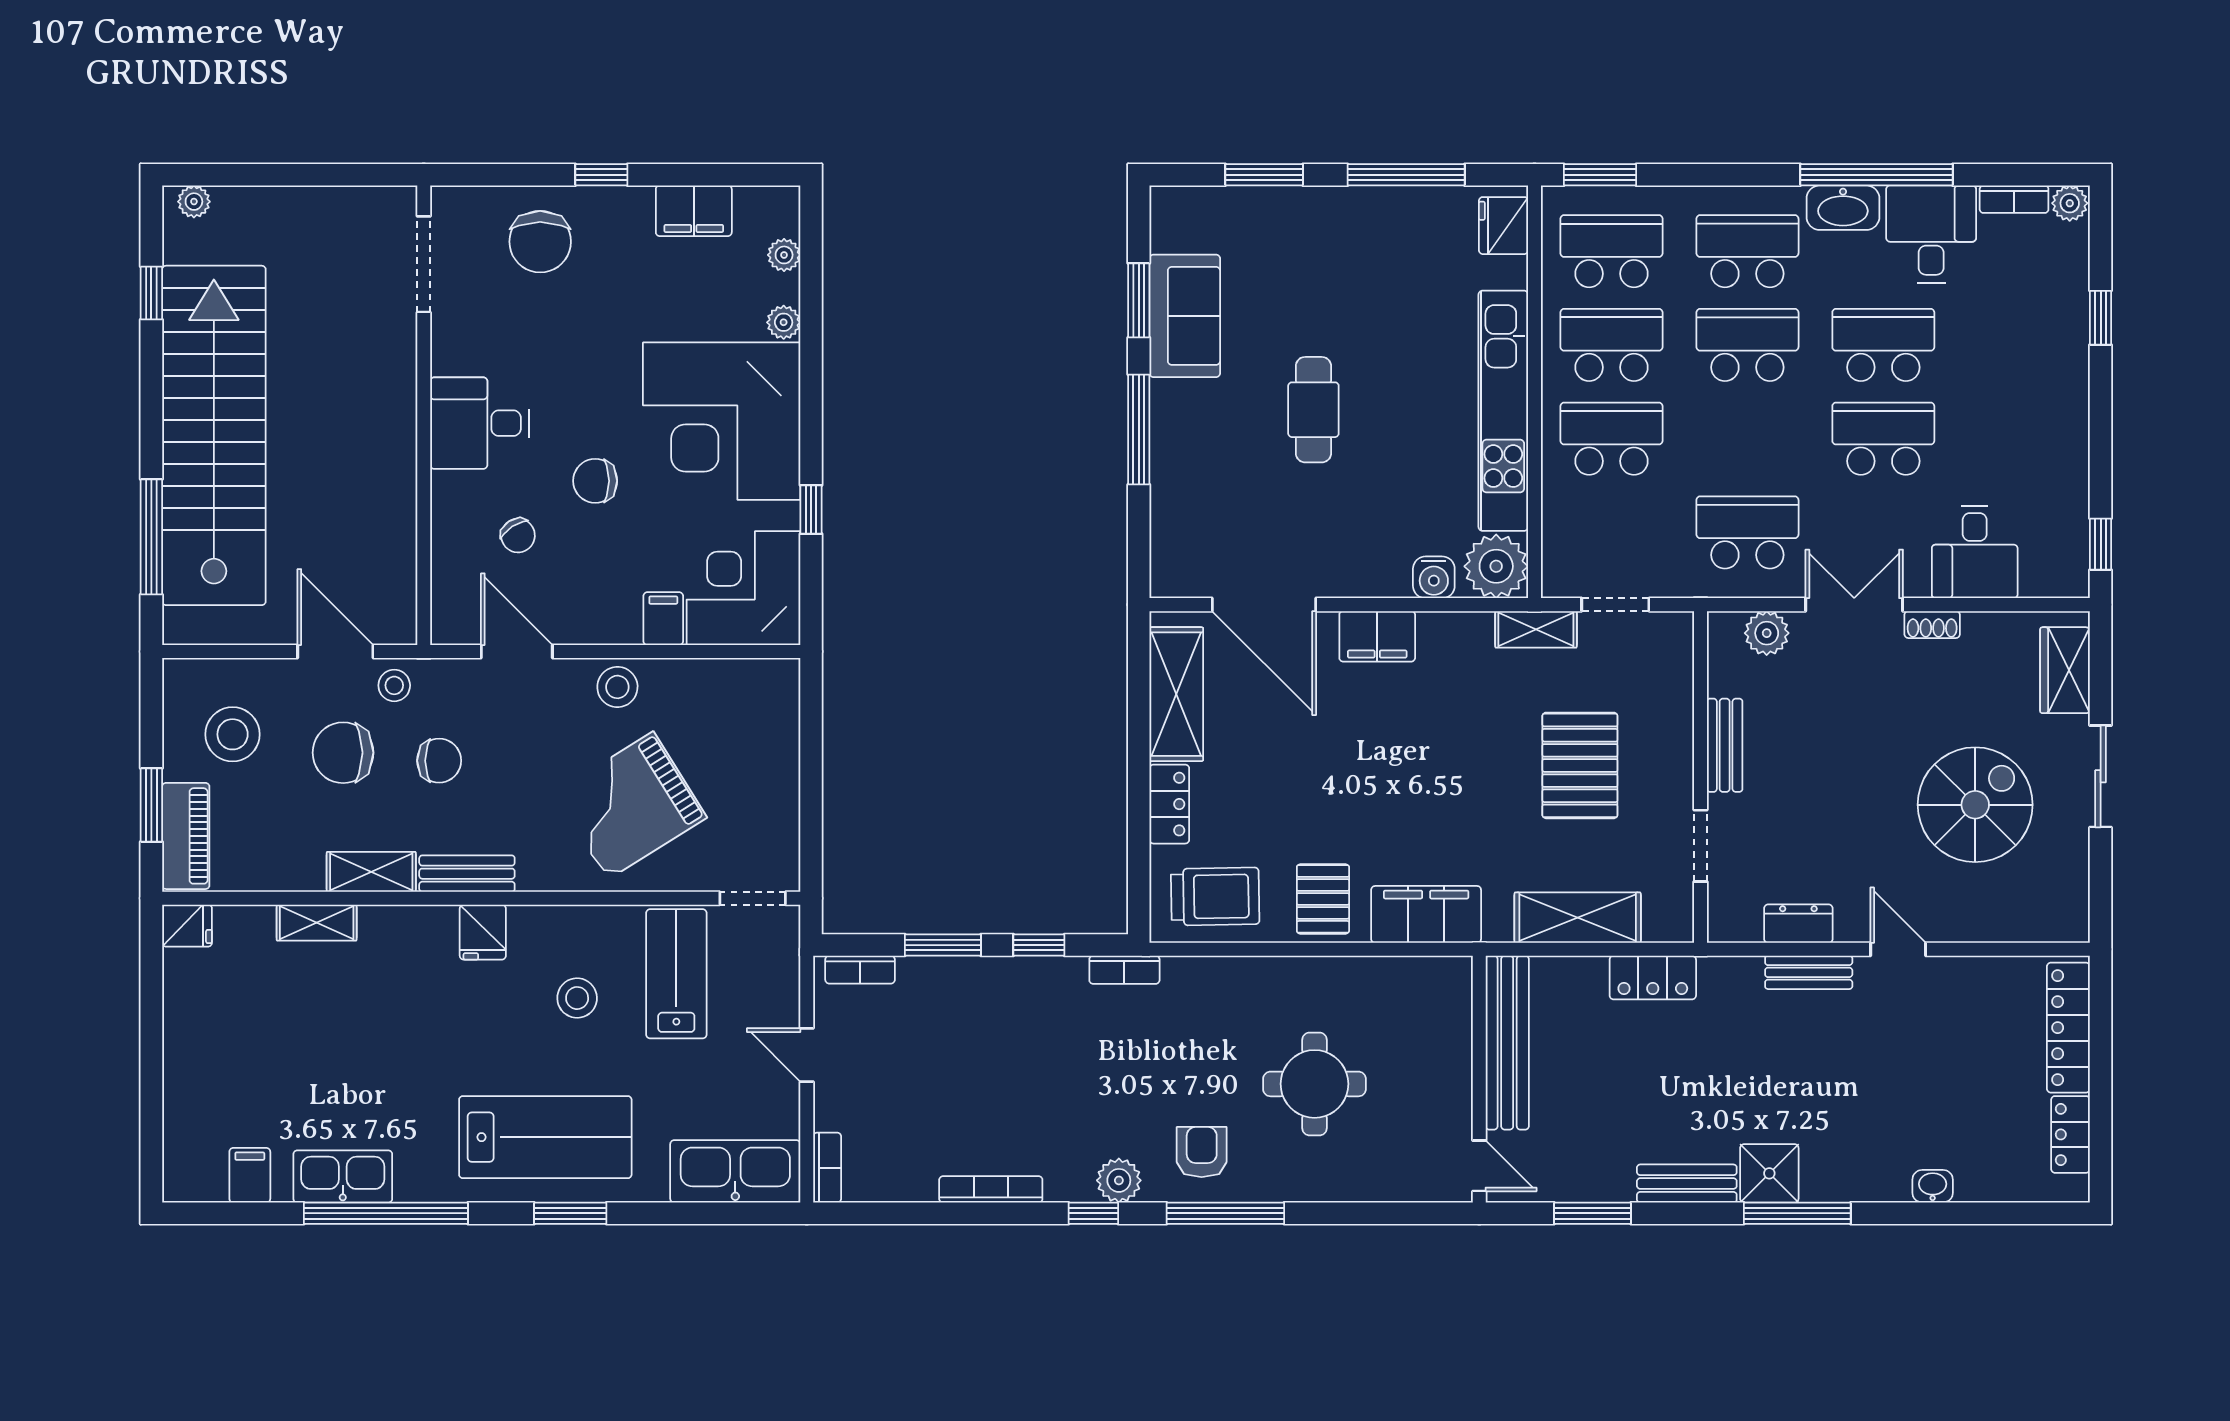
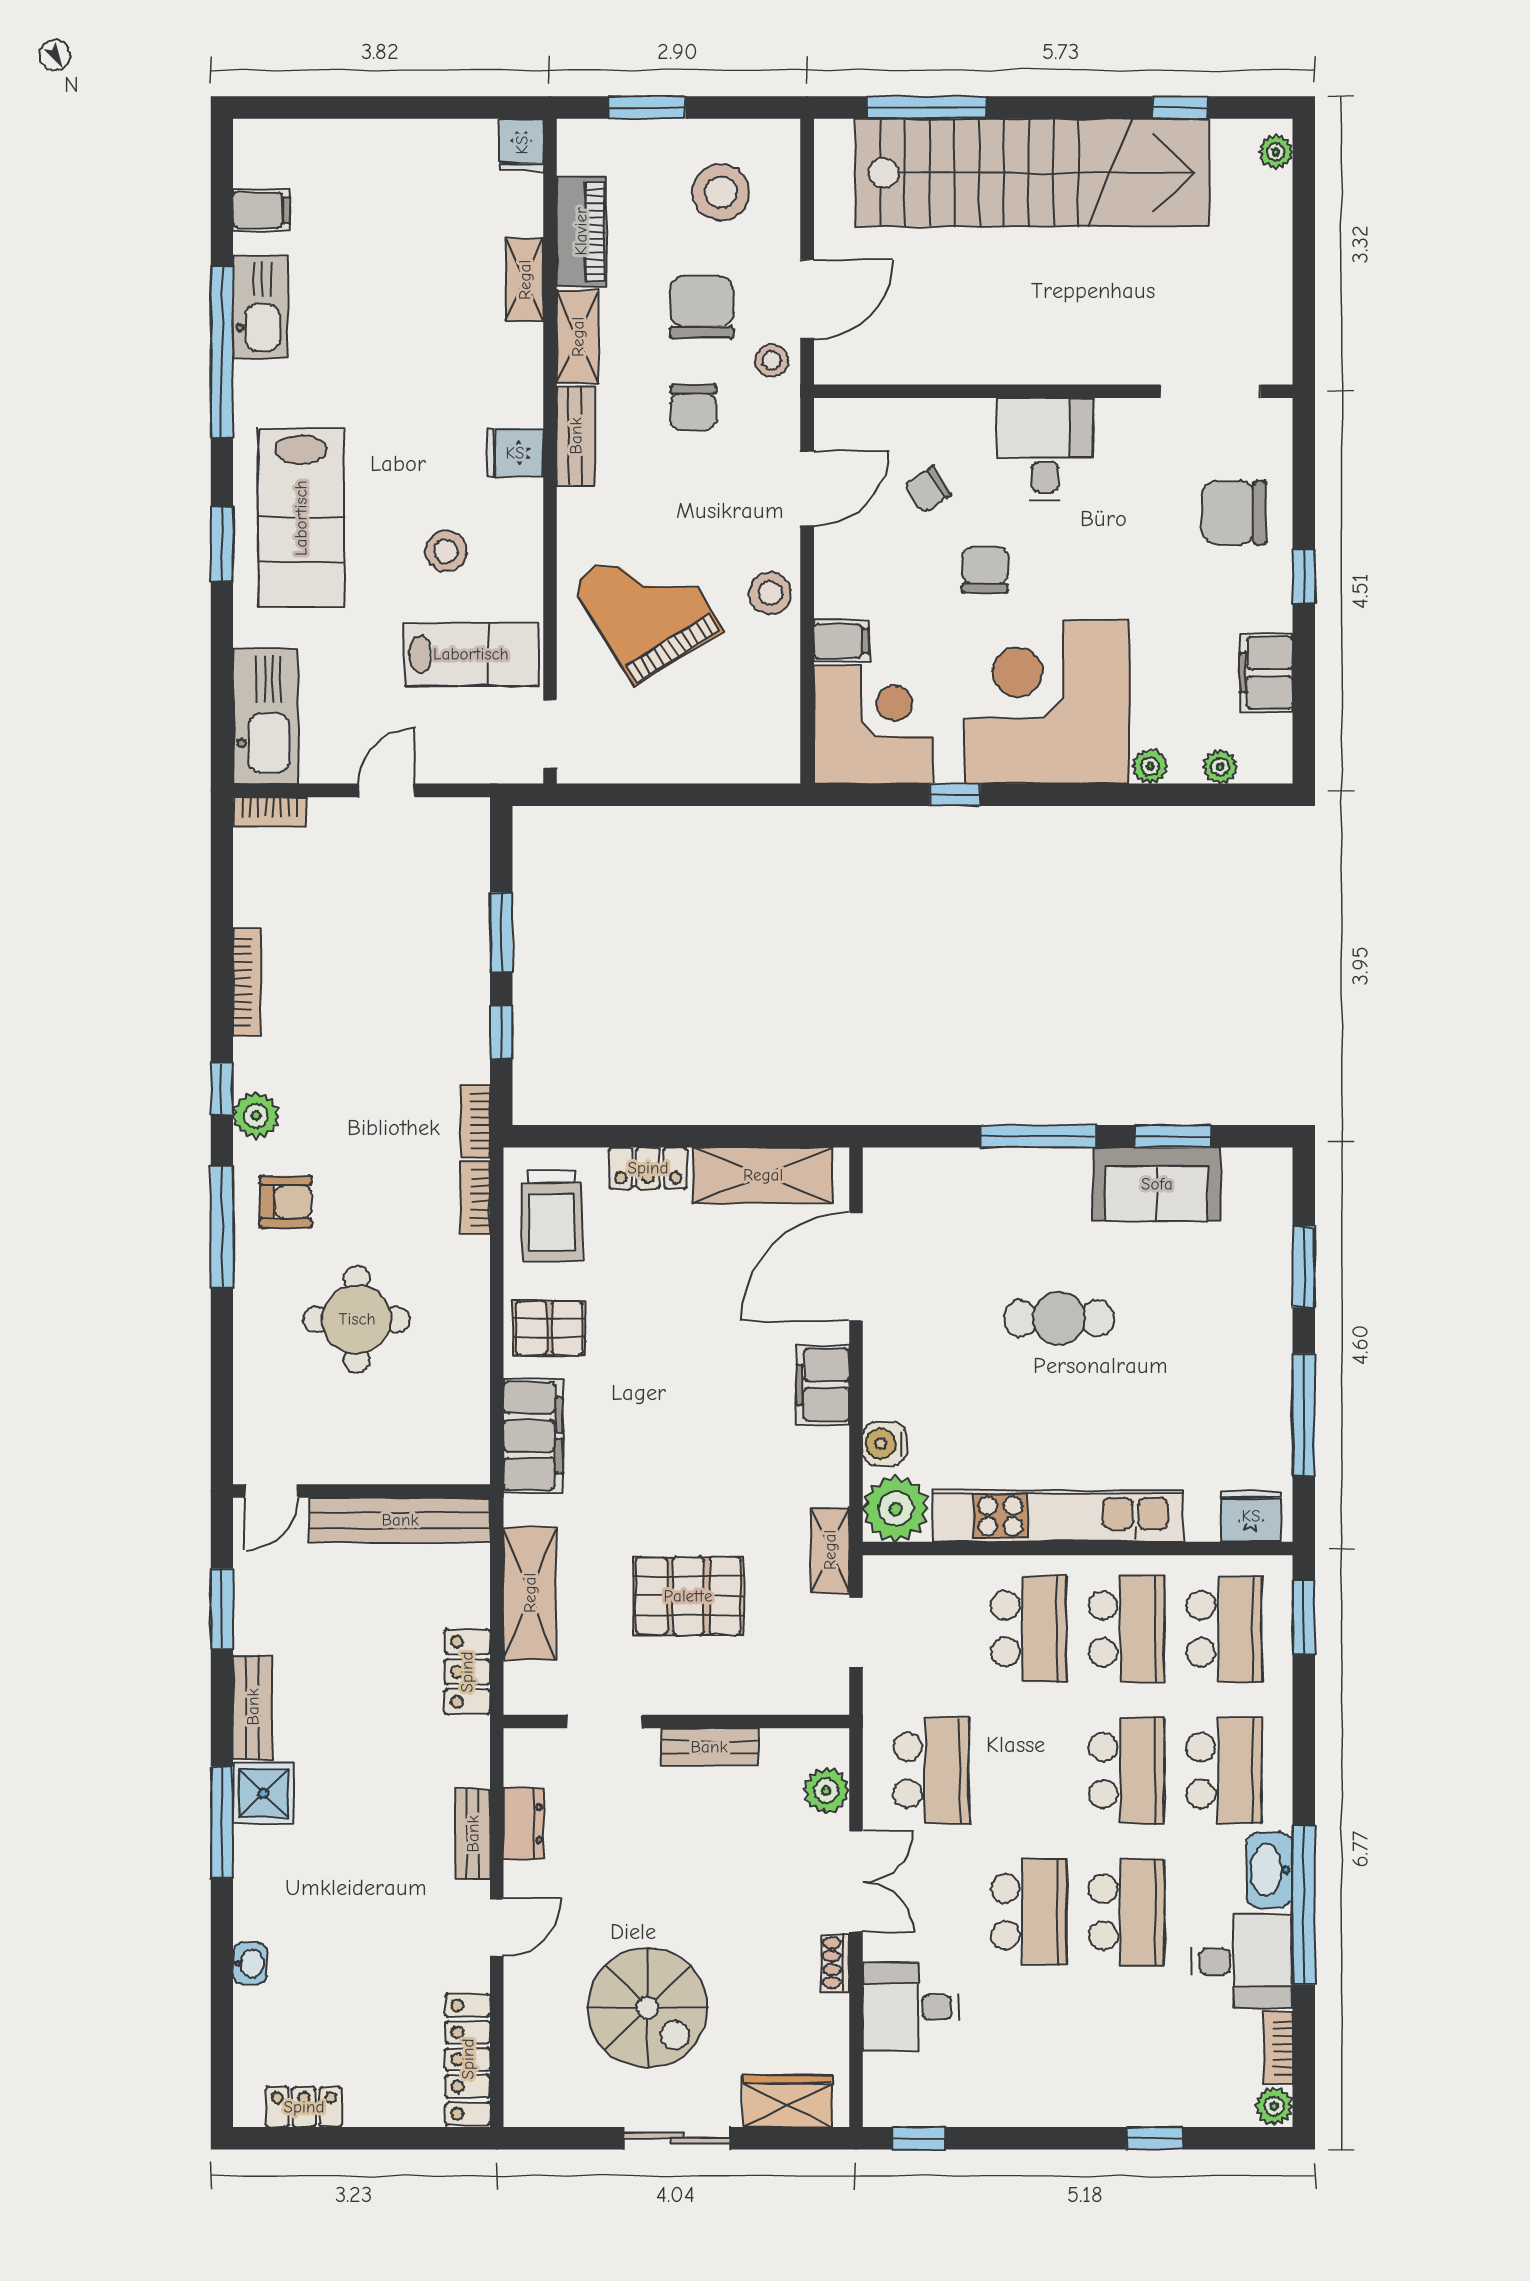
piano: (186, 836) -> (581, 231), moved, turned -90
bookcase: (860, 970) -> (476, 1198), moved
locker: (2068, 1028) -> (468, 2059), moved, turned -90

